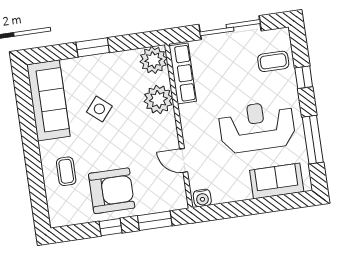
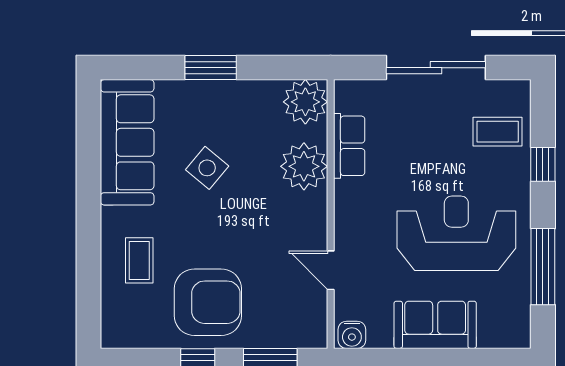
row of seats: (183, 74) -> (349, 146), width x0.68
sofa: (277, 181) -> (435, 325), moved

